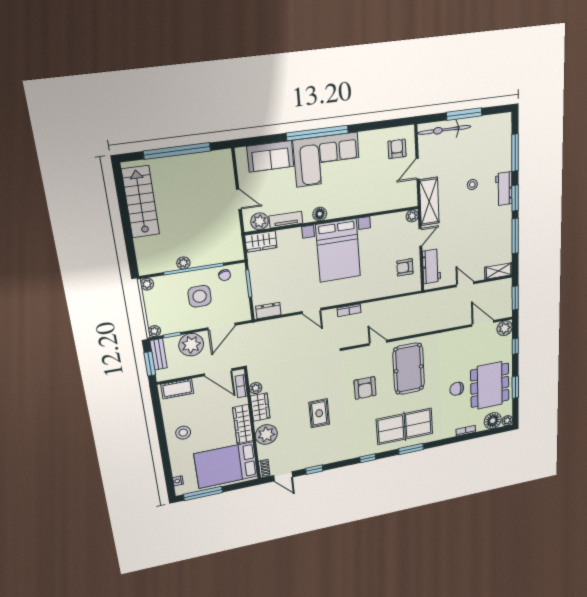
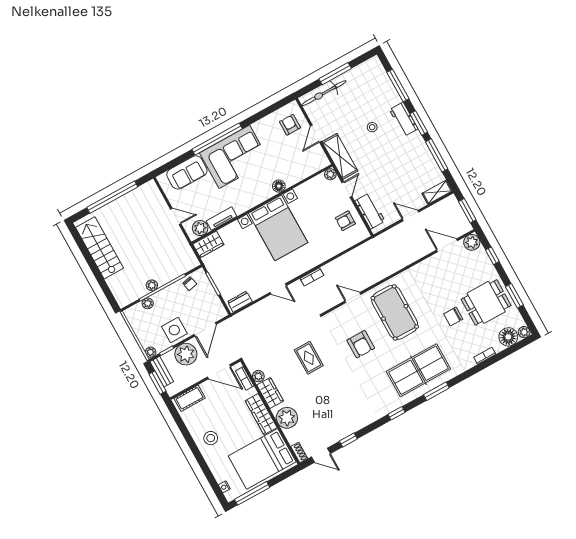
floor lamp: (320, 214) -> (279, 186), moved
plant: (147, 284) -> (148, 303), moved
side table: (200, 296) -> (174, 330), moved
dining table: (490, 385) -> (486, 302), width x0.73
rug: (319, 413) -> (309, 358), moved

